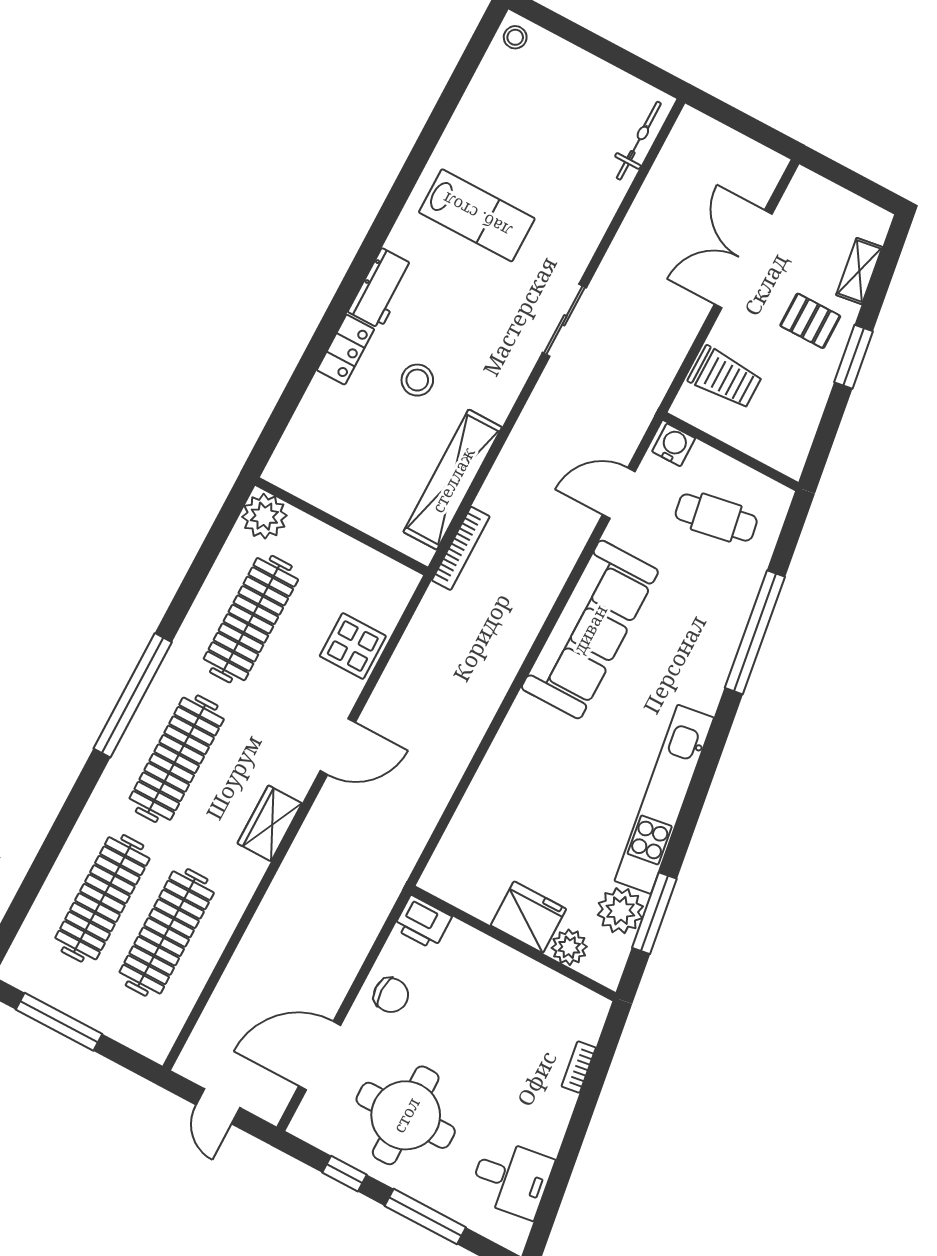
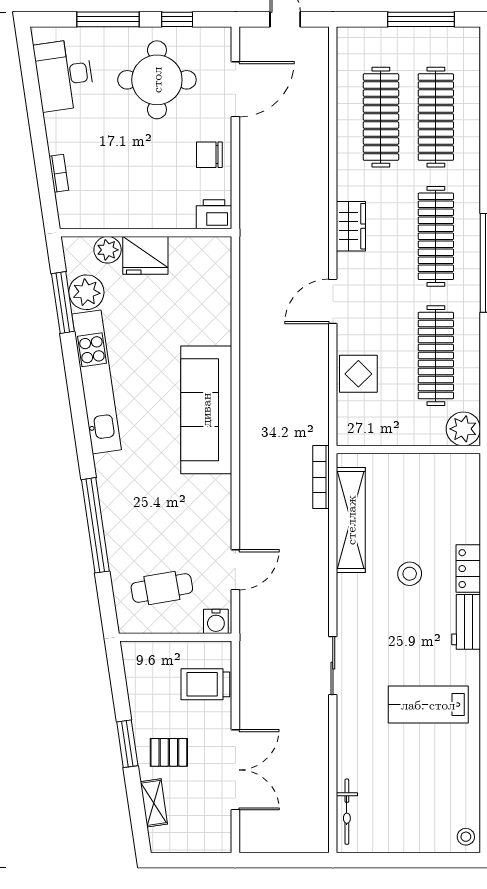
sofa: (590, 629) -> (206, 410), moved
desk: (511, 1179) -> (64, 75), width x1.37

